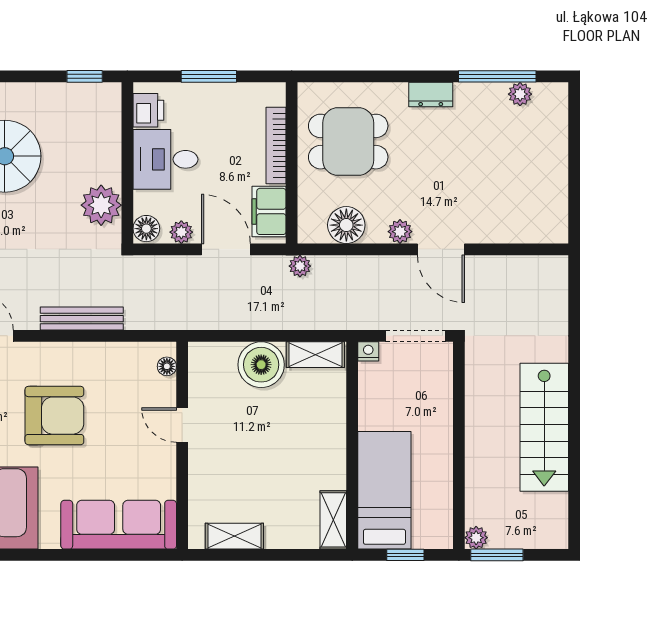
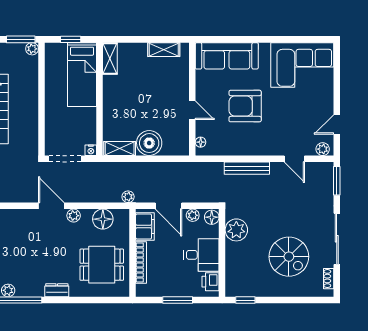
armchair: (54, 416) -> (245, 106), moved

